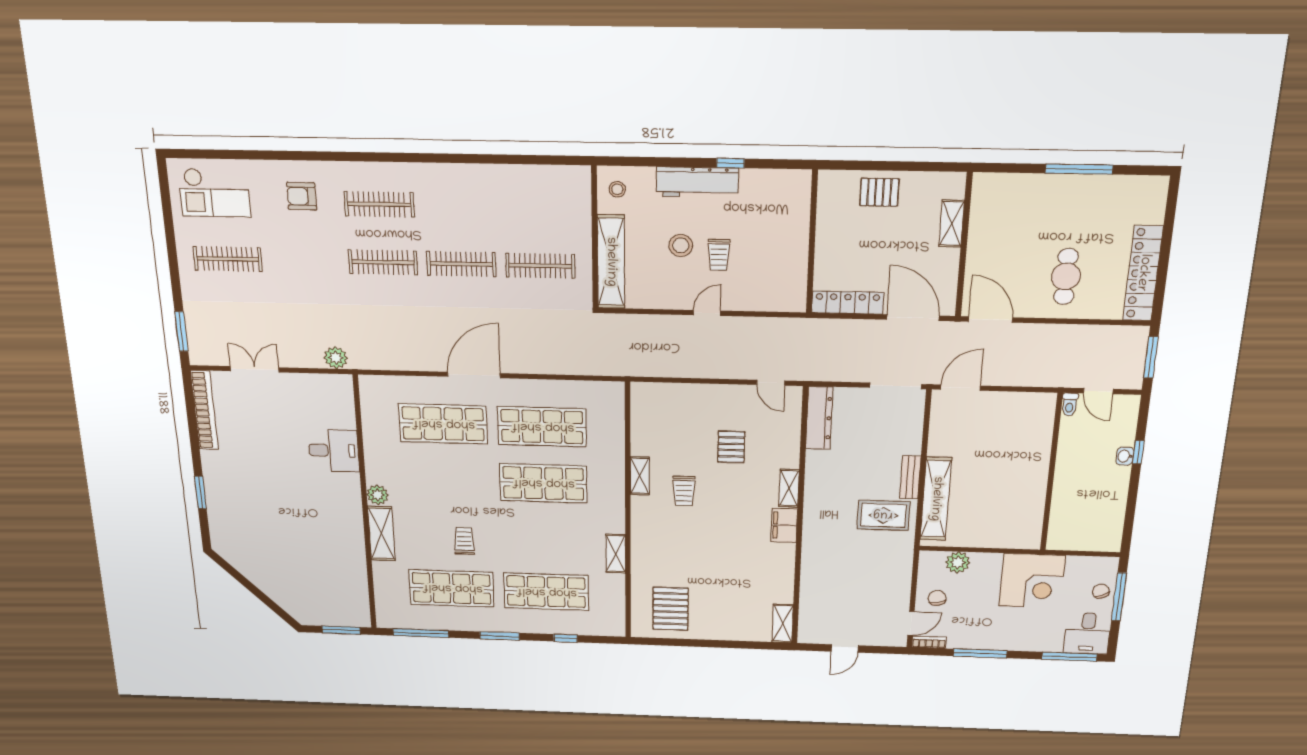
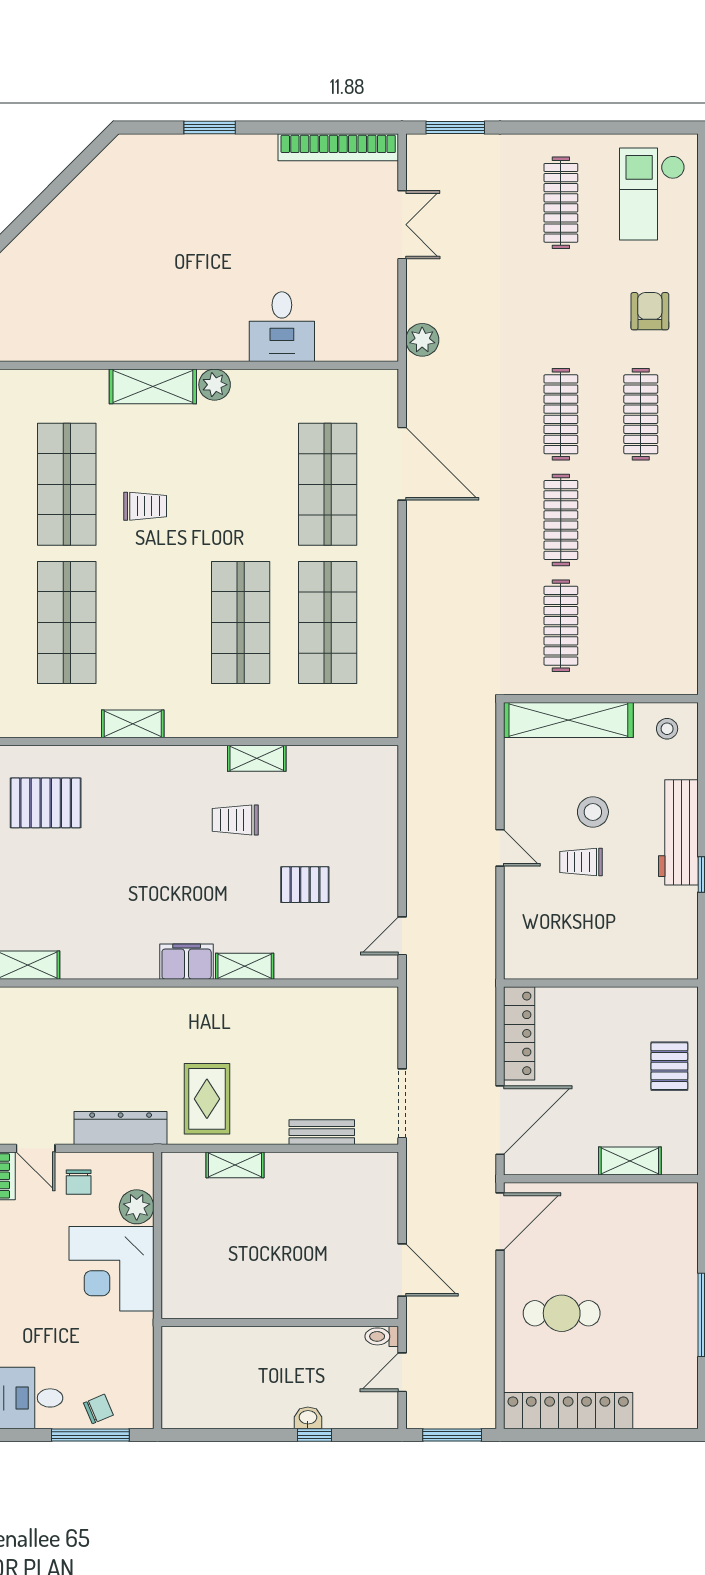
door: (474, 375) -> (402, 464), moved
door: (960, 388) -> (402, 1270), moved
dresser: (819, 418) -> (121, 1128), moved, turned 180
bench: (910, 477) -> (322, 1132), moved
shelving: (936, 499) -> (235, 1165), width x0.45, depth x0.75
corner desk: (1032, 581) -> (111, 1269), moved
chair: (937, 598) -> (79, 1182), turned 101

